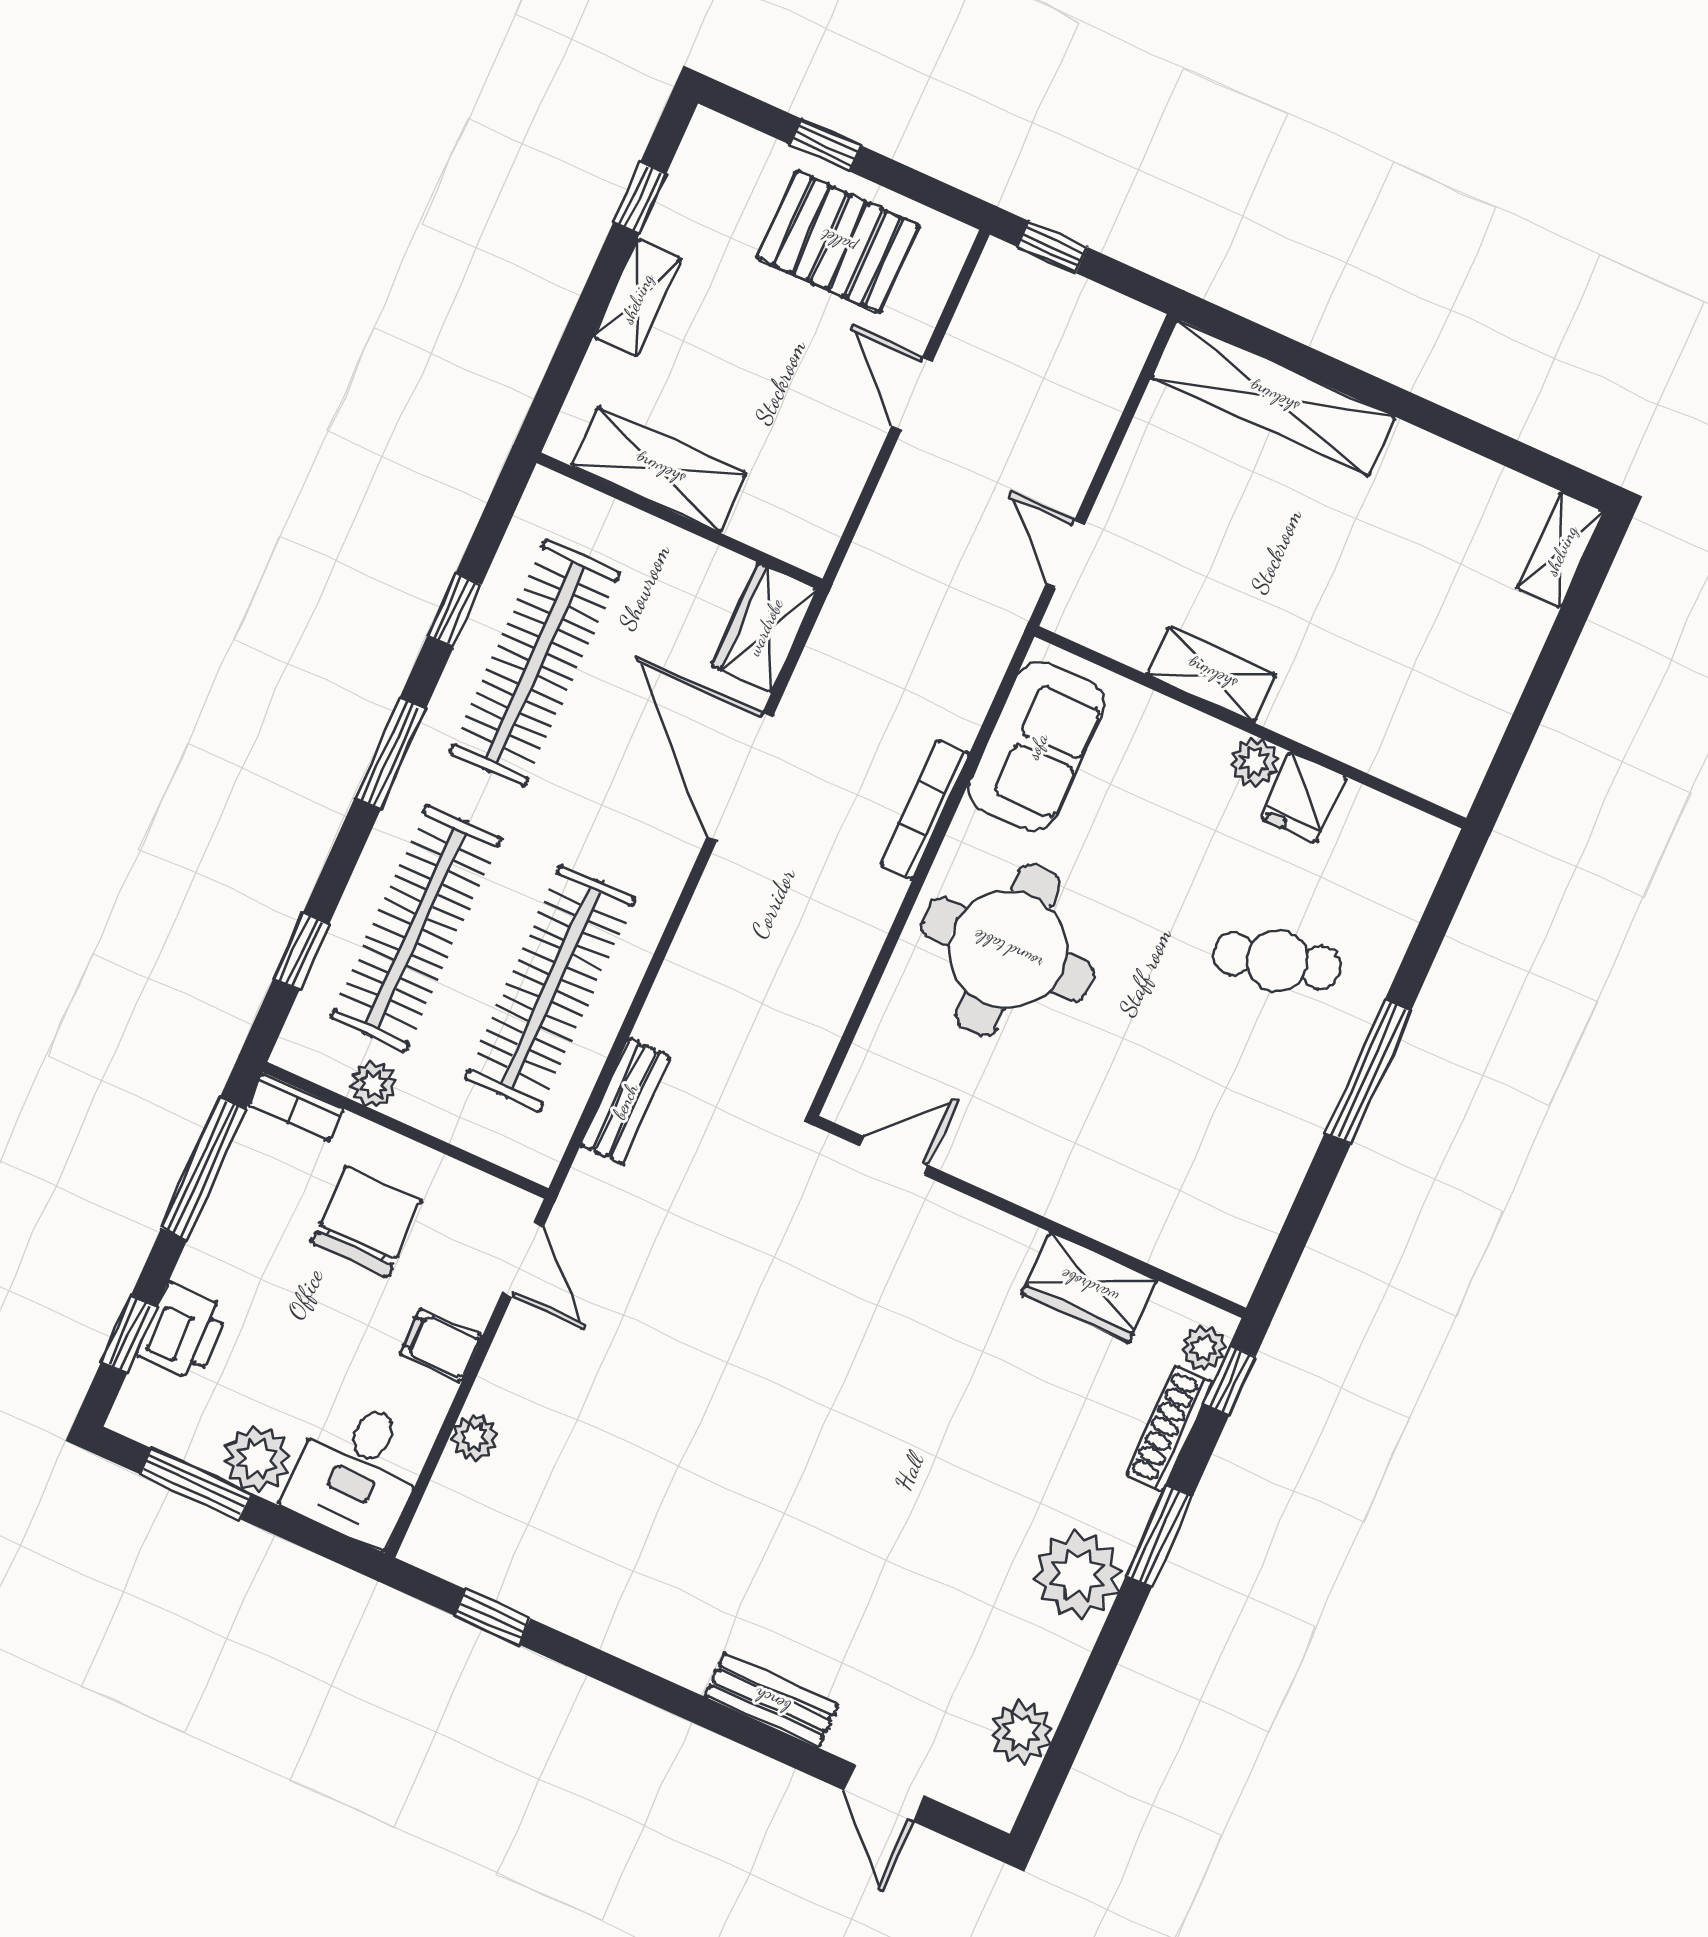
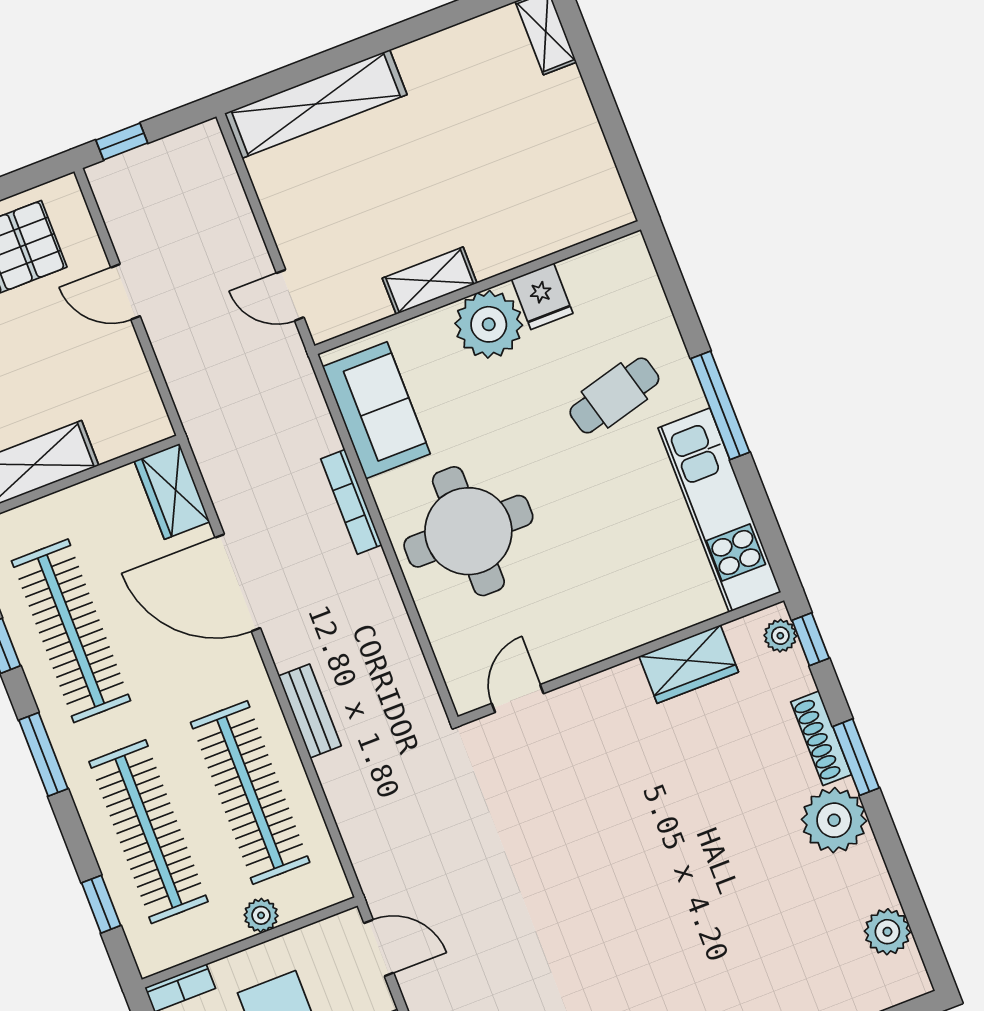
plant: (1254, 762) -> (489, 324), width x1.87, depth x1.87
plant: (373, 1084) -> (261, 915), moved
bench: (625, 1101) -> (310, 711), moved
kitchen unit: (1267, 1171) -> (720, 510), added
shoe rack: (1169, 1428) -> (821, 738), moved

